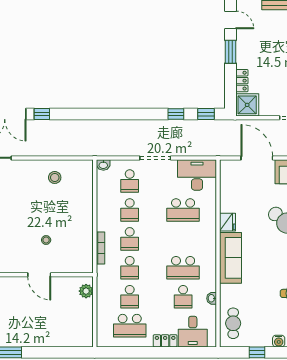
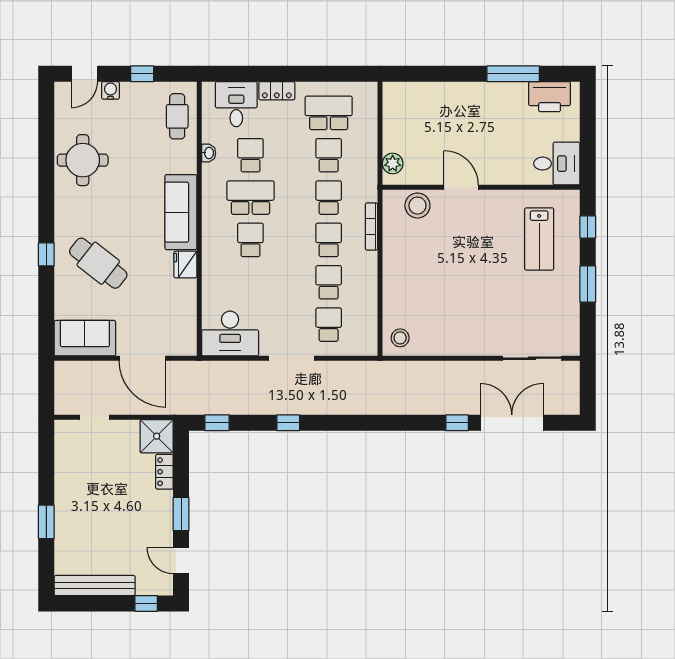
window: (176, 114) -> (288, 423), moved
washbasin: (103, 165) -> (367, 348), removed
stool: (55, 177) -> (400, 338), moved
school desk: (183, 210) -> (250, 240), moved, width x0.54
stool: (46, 240) -> (417, 206), moved, width x1.89, depth x1.89

